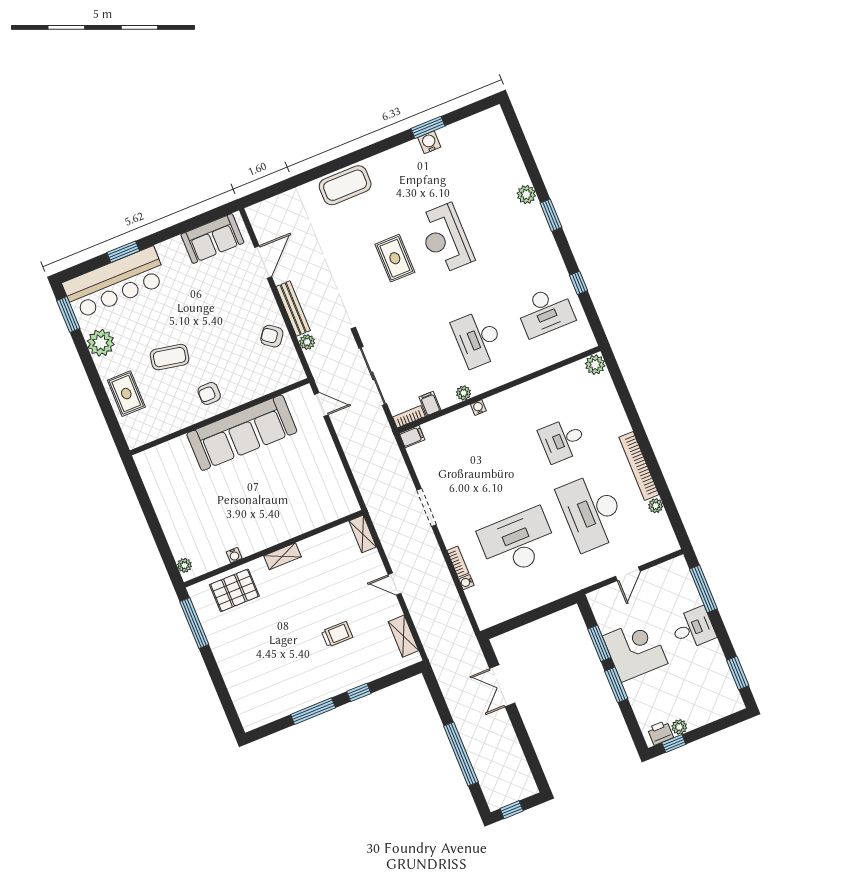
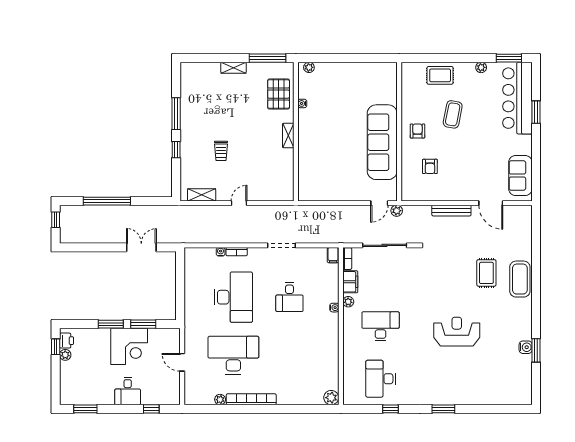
plant: (526, 195) -> (464, 398), removed
rug: (395, 258) -> (486, 273), moved, turned 90
armchair: (272, 336) -> (430, 166), moved, turned 143
plant: (307, 342) -> (397, 211), moved
plant: (101, 343) -> (481, 67), width x0.53, depth x0.53
filing cabinet: (430, 404) -> (350, 282), width x2.00
desk: (563, 440) -> (289, 297), moved, turned 180
shelving: (363, 534) -> (233, 68), moved
window: (703, 589) -> (151, 409), width x0.46

